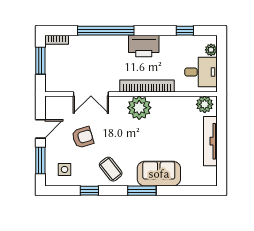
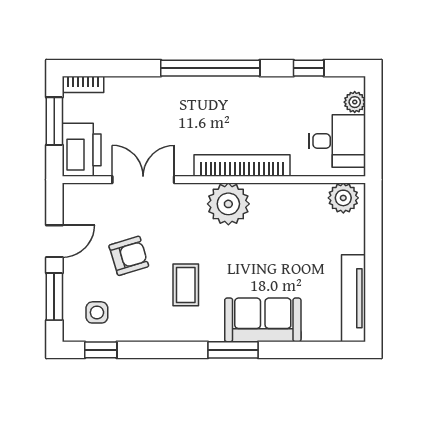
window: (106, 31) -> (210, 68), moved
printer: (144, 46) -> (82, 150), moved, turned -90
double door: (91, 94) -> (143, 180), swing flipped
tv unit: (210, 141) -> (353, 298), moved
coffee table: (111, 169) -> (186, 285), moved, turned 38
window: (89, 191) -> (101, 350), moved

